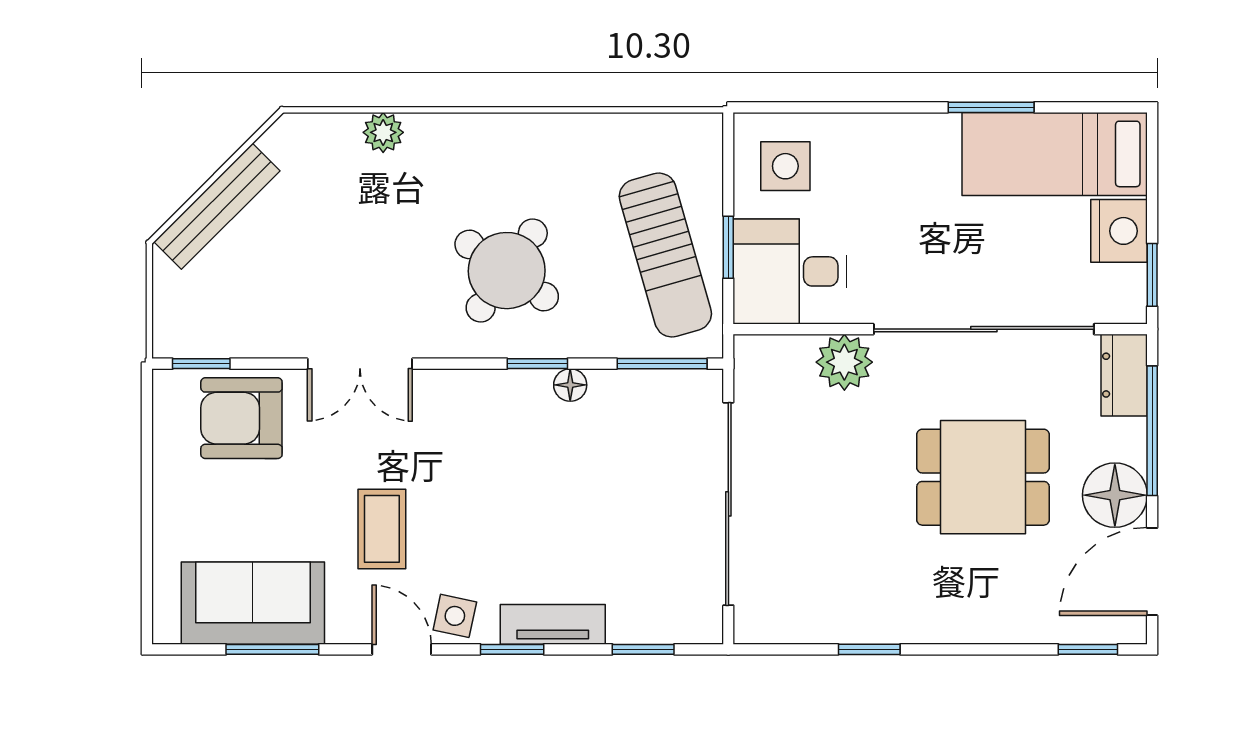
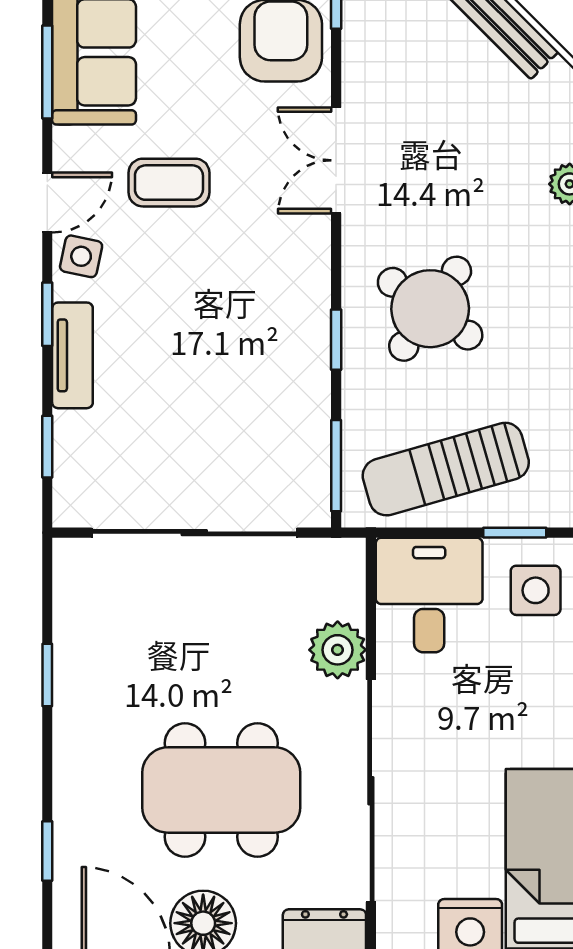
window: (728, 247) -> (515, 533), moved
floor lamp: (570, 385) -> (314, 373), removed
dining table: (983, 477) -> (221, 790), width x1.38
window: (1088, 649) -> (47, 851), moved

